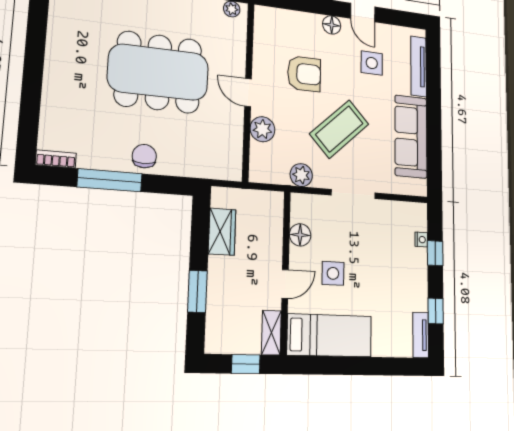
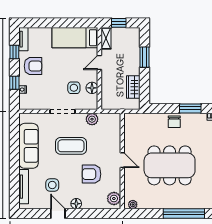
plant: (262, 129) -> (114, 199), moved
coffee table: (339, 129) -> (71, 146), turned 43
window: (110, 180) -> (190, 108), width x0.69
side table: (333, 273) -> (74, 88), moved
armchair: (404, 283) -> (33, 66), added

